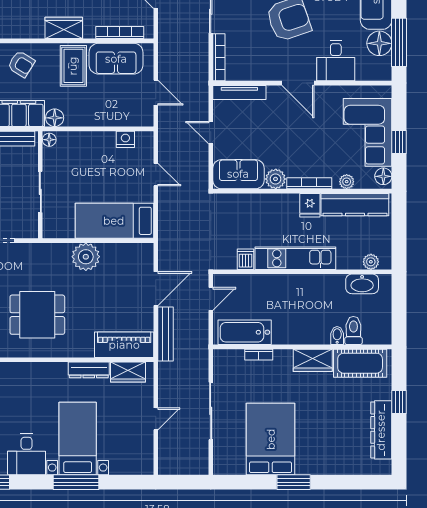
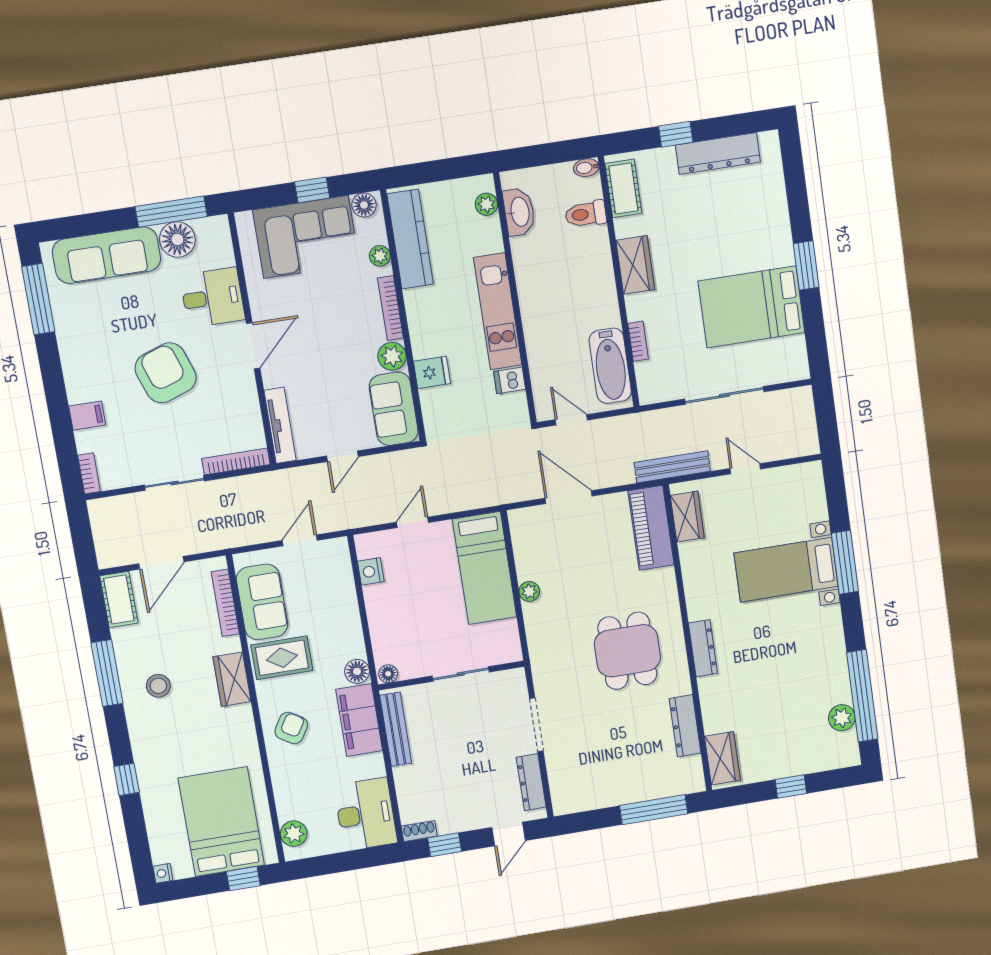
fridge: (310, 205) -> (432, 372), moved
plant: (86, 257) -> (529, 591), width x0.53, depth x0.53
bench: (166, 334) -> (672, 467), moved
bidet: (337, 336) -> (586, 168), moved
cot: (360, 363) -> (623, 188), width x0.73, depth x0.75
dresser: (89, 370) -> (703, 648), moved
desk: (27, 454) -> (816, 634), removed

